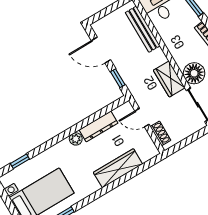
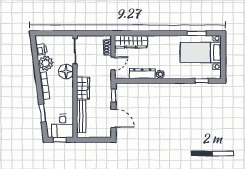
wardrobe: (169, 79) -> (83, 88), moved
door: (142, 118) -> (113, 63), hinge flipped
wardrobe: (118, 168) -> (131, 42), moved

